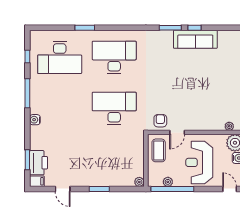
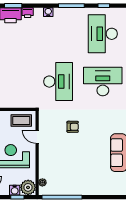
desk: (114, 57) -> (103, 82), turned -90
armchair: (160, 121) -> (73, 127), moved
printer: (36, 143) -> (28, 13), added

